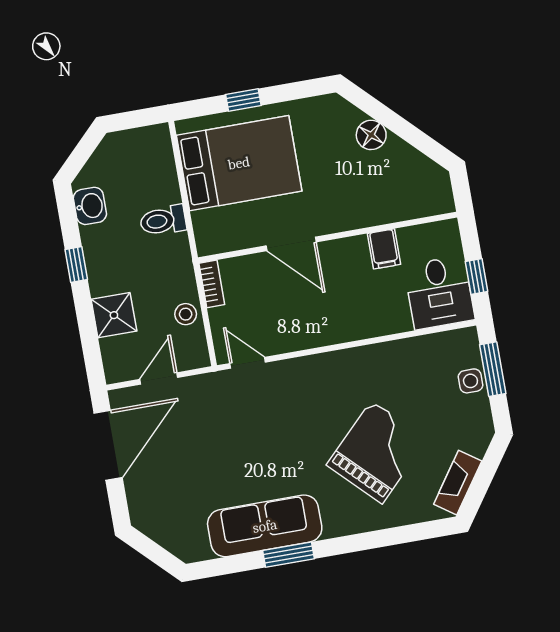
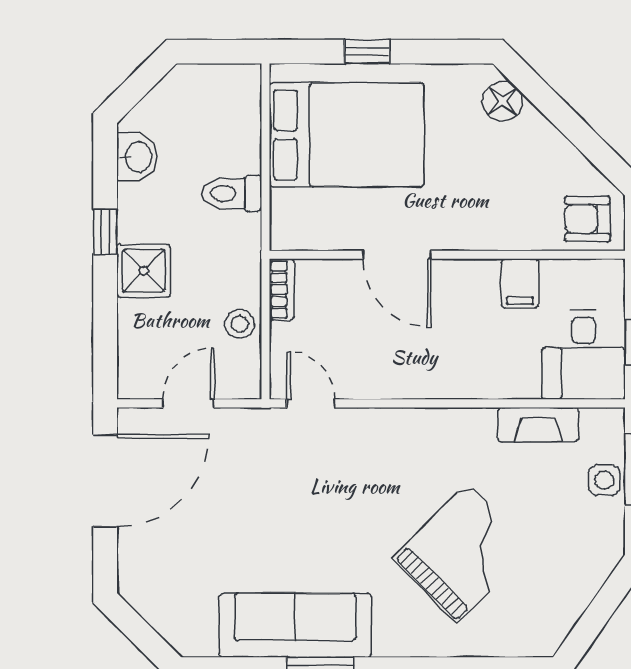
floor lamp: (371, 135) -> (502, 101), moved
armchair: (425, 193) -> (588, 219), added
shower: (114, 315) -> (144, 271), moved
fireplace: (458, 483) -> (538, 425), moved, turned -125

